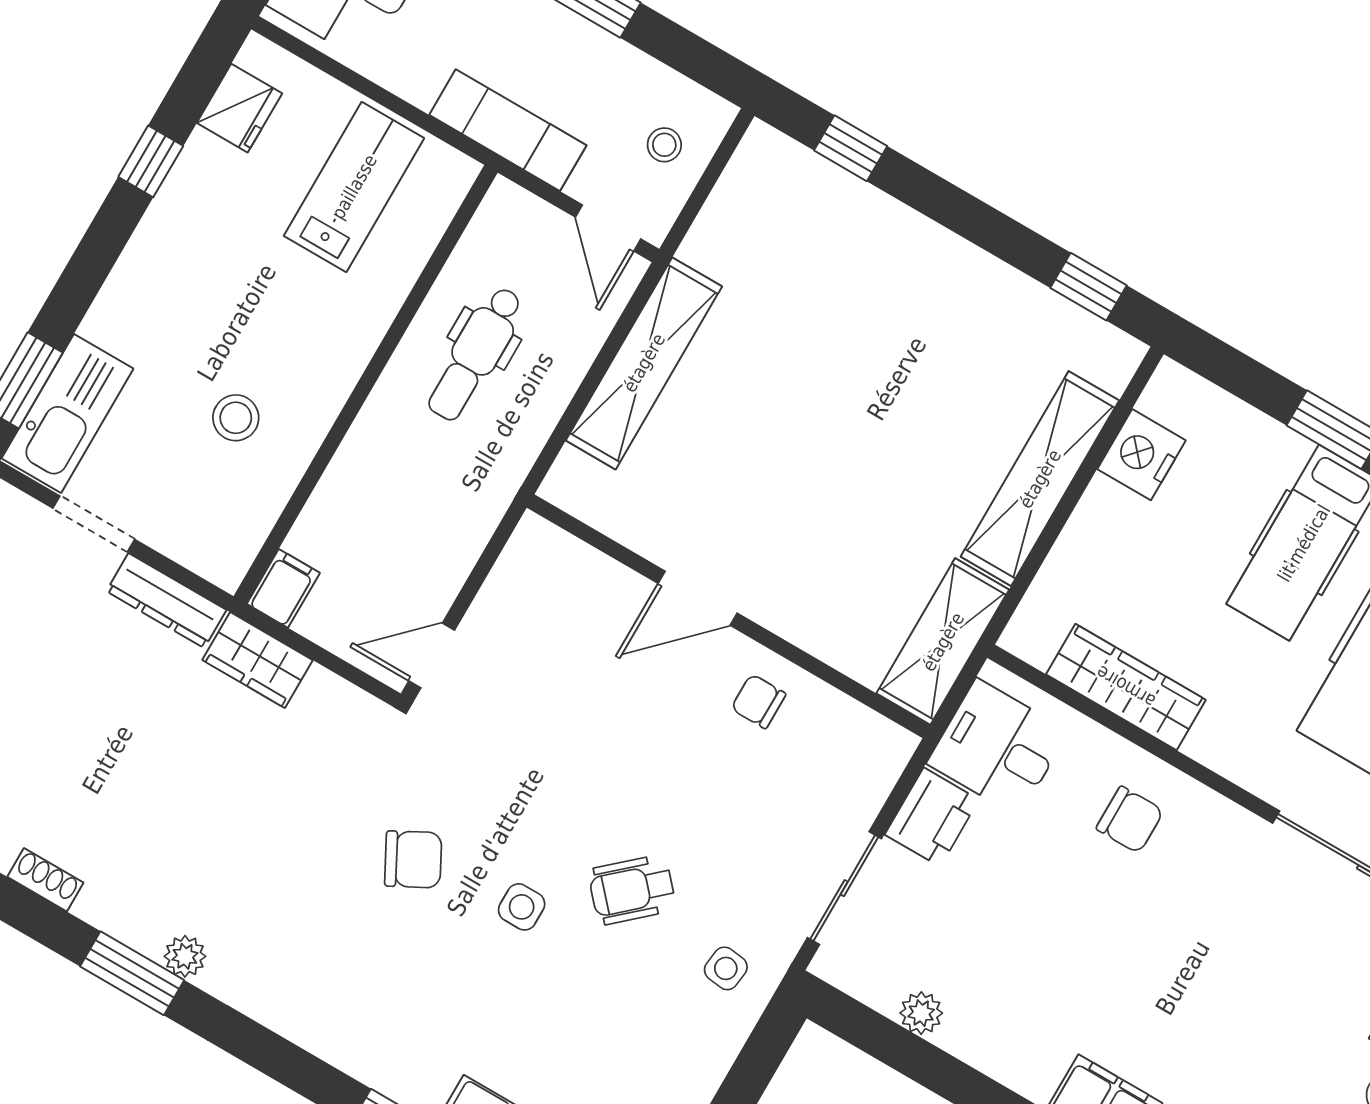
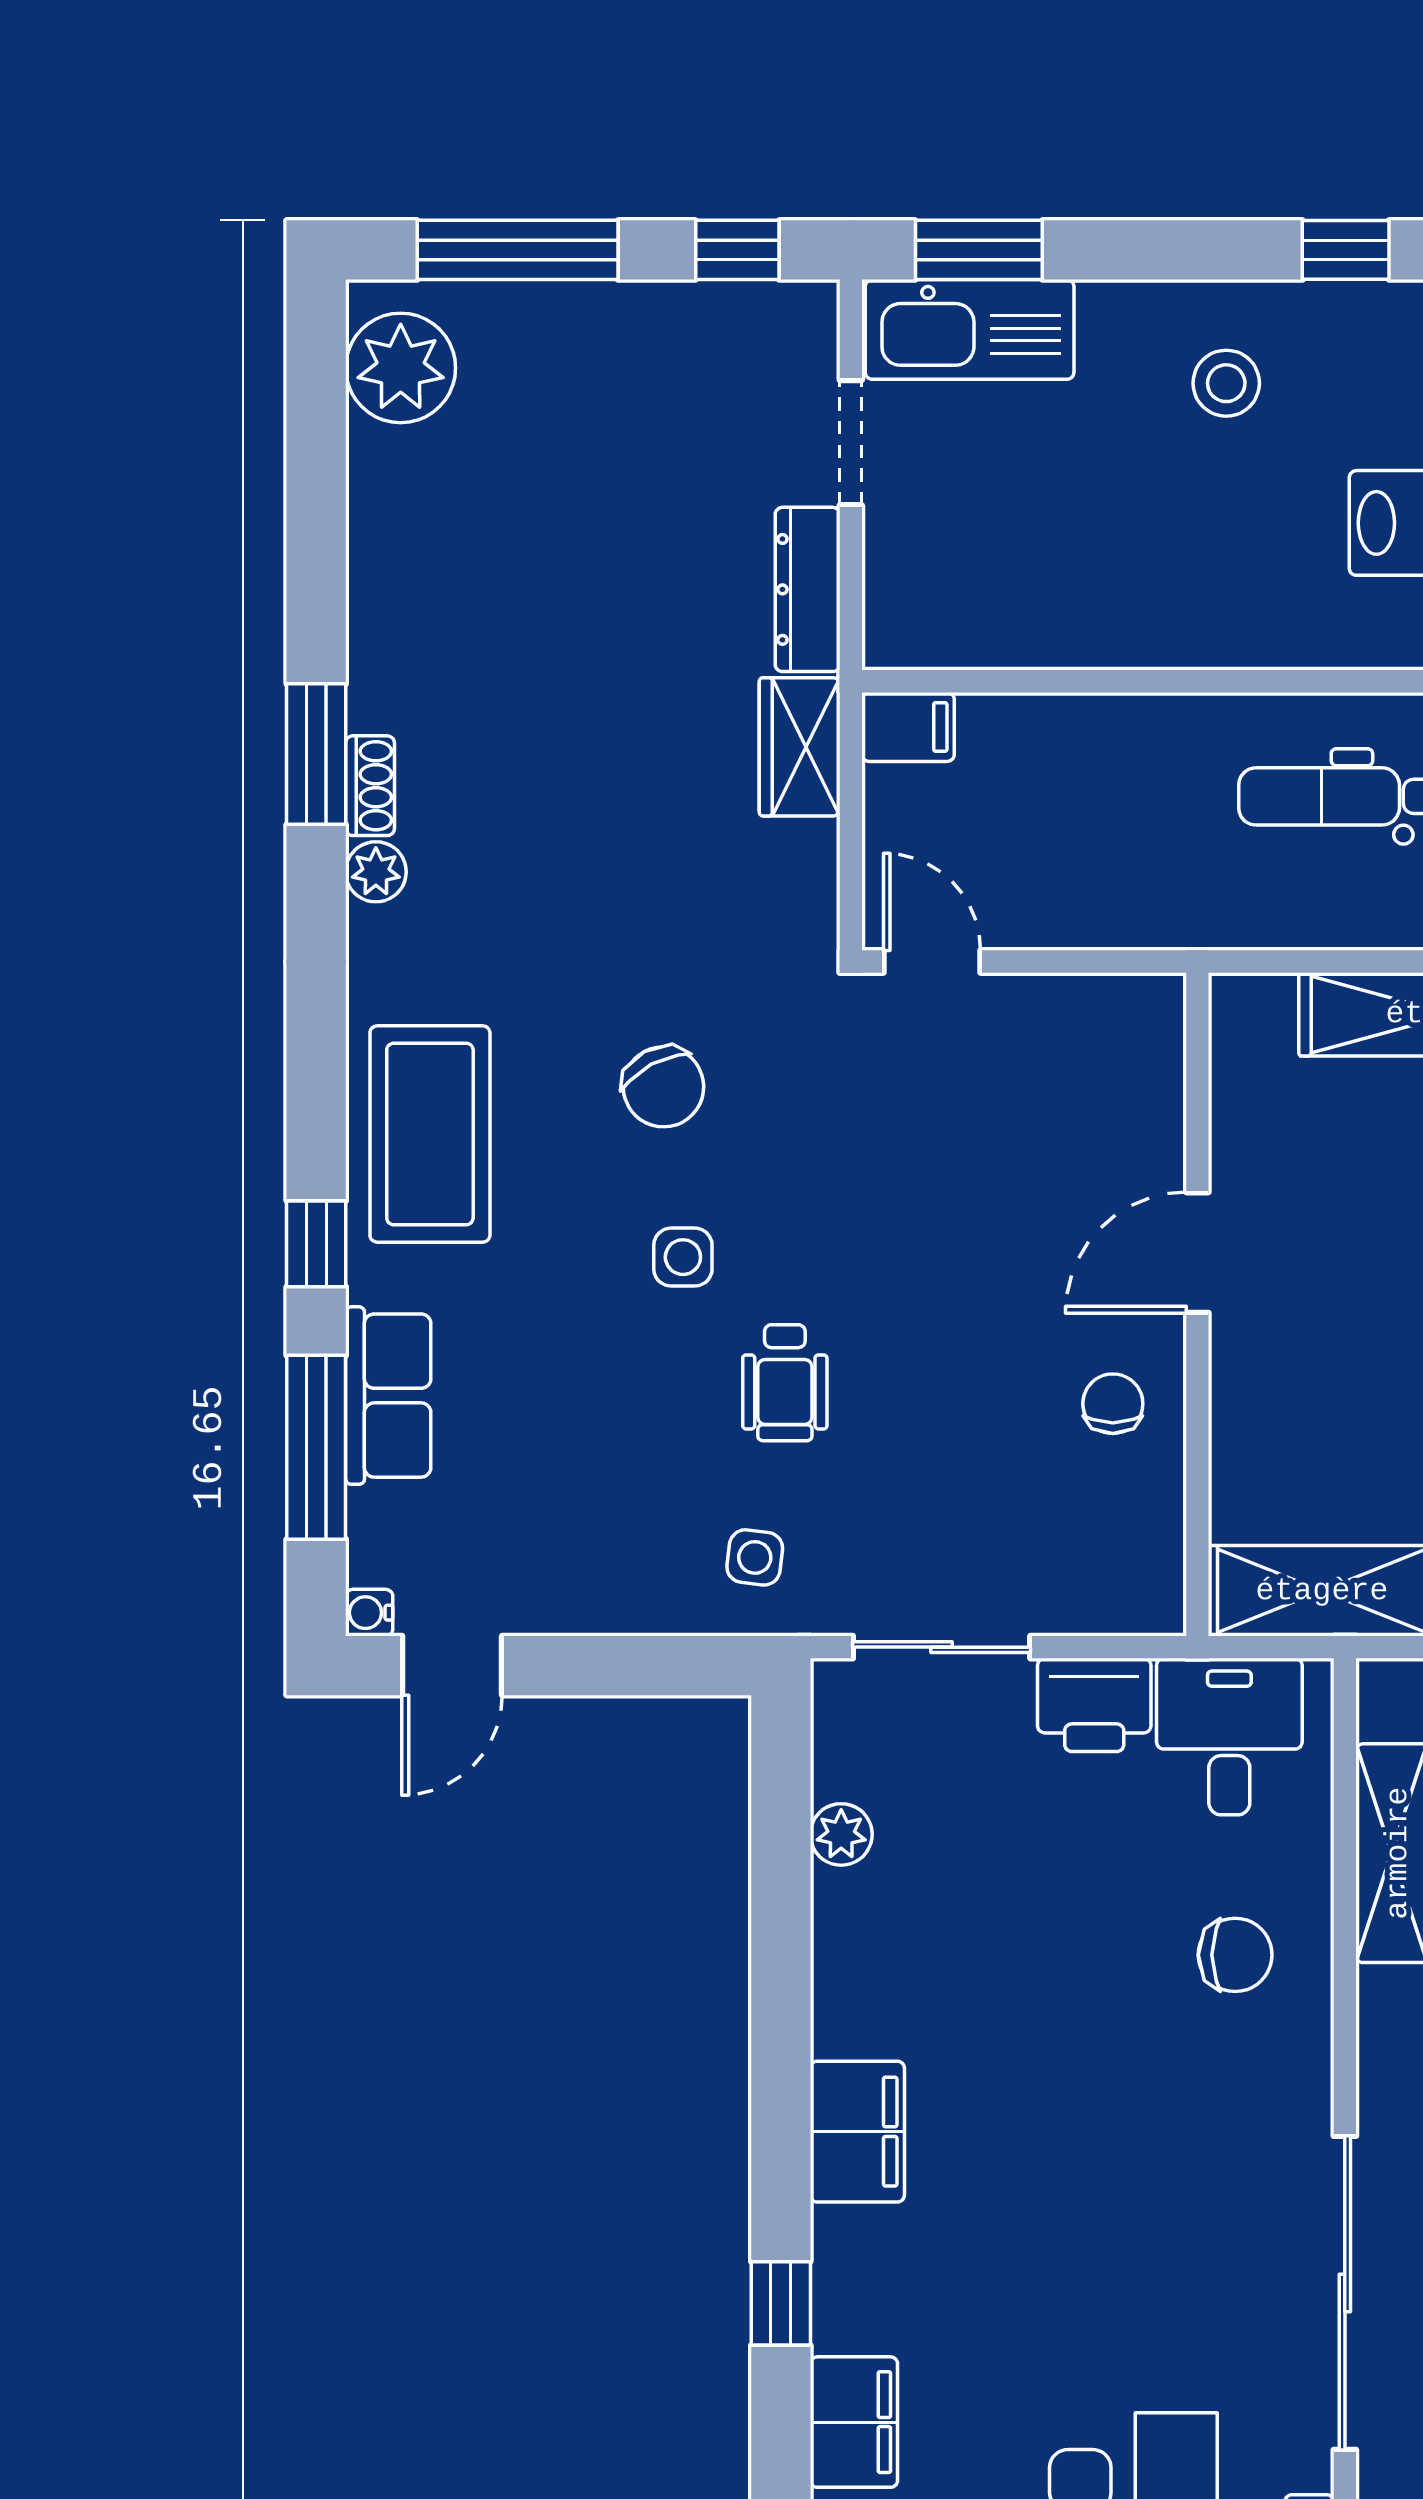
stool: (236, 418) -> (1226, 383), moved
door: (698, 598) -> (1197, 1253), hinge flipped
chair: (1130, 820) -> (1235, 1955), turned -90
shoe rack: (45, 880) -> (370, 786), moved
wheelchair: (632, 890) -> (785, 1383), turned -138
window: (132, 973) -> (316, 754), moved
coffee table: (360, 1015) -> (430, 1134), added

